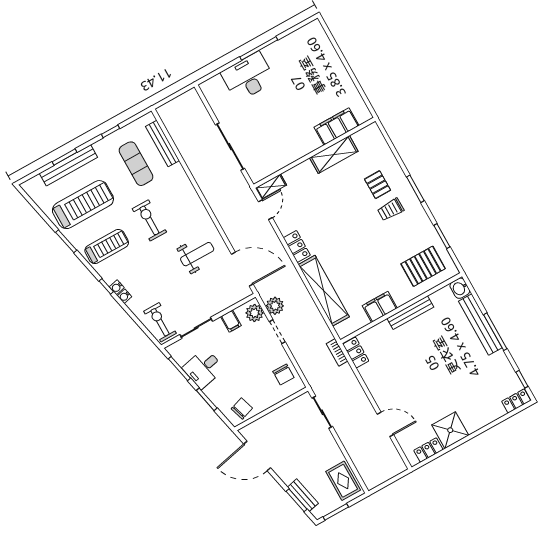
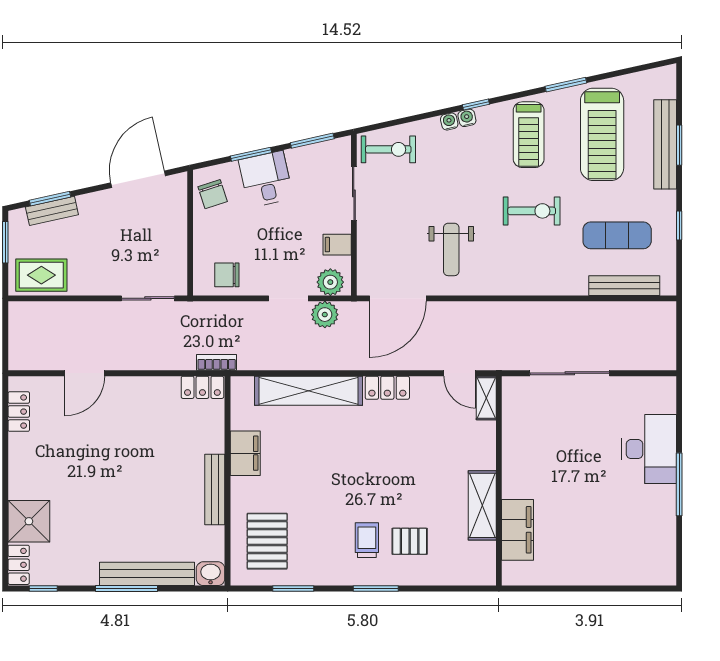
desk: (203, 368) -> (266, 179), moved
shower: (450, 430) -> (29, 521), moved

